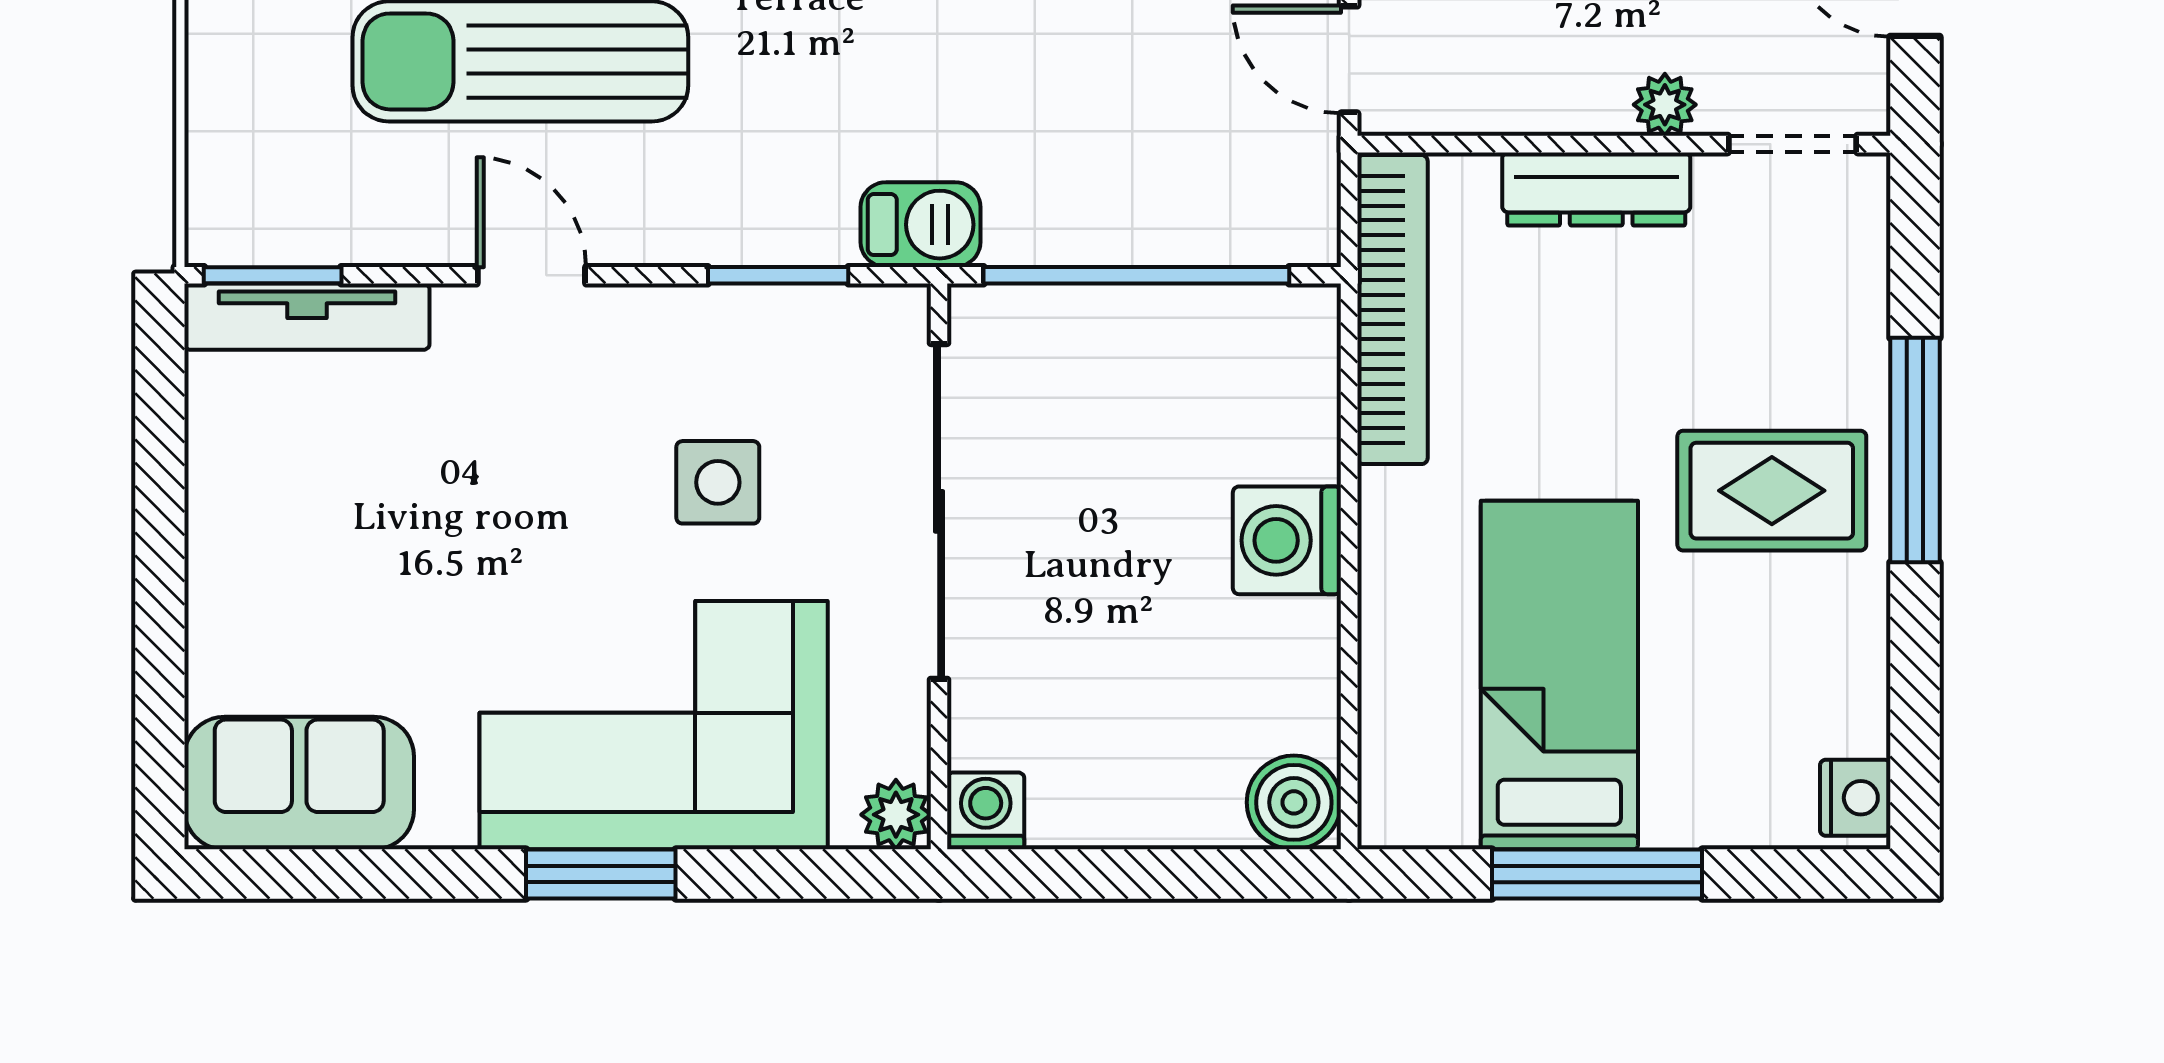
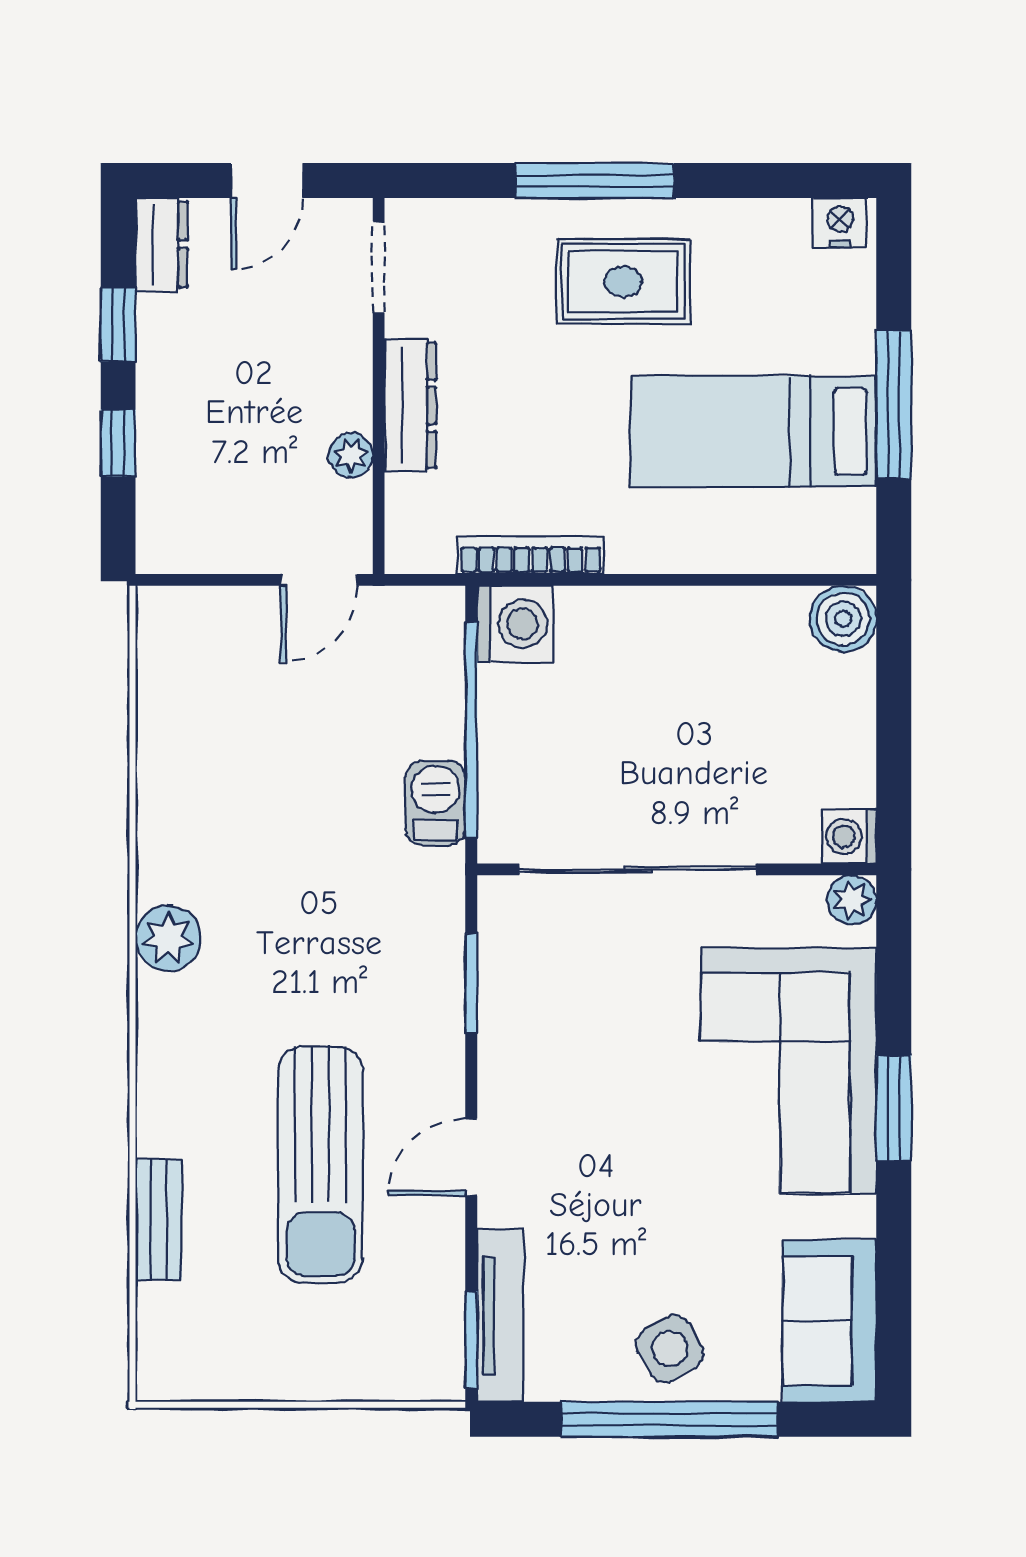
plant: (1665, 105) -> (351, 455), moved
barbecue: (921, 225) -> (435, 803), moved
bookcase: (1392, 310) -> (531, 555), width x0.68, depth x0.76
side table: (718, 482) -> (670, 1349), moved, turned -30
rug: (1772, 491) -> (623, 282), turned 90
washing machine: (1287, 540) -> (515, 624), moved, turned -90
window: (160, 556) -> (669, 1419), added

